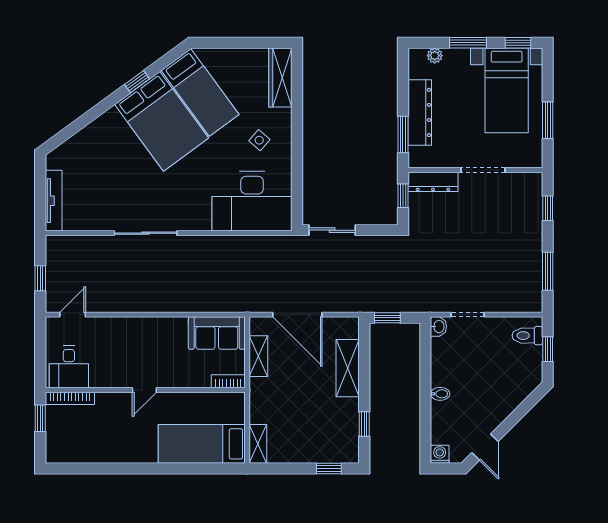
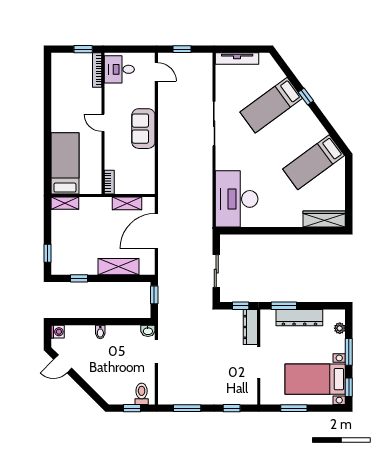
window: (137, 82) -> (306, 97), moved
bed: (162, 121) -> (271, 105), moved, width x0.67
side table: (259, 140) -> (280, 204), removed
sliding door: (332, 230) -> (216, 271), moved
sofa: (217, 333) -> (143, 129), moved

